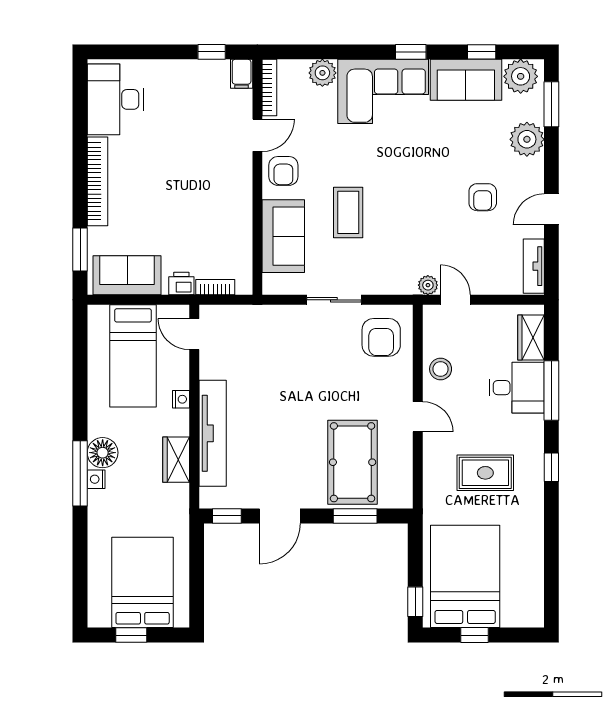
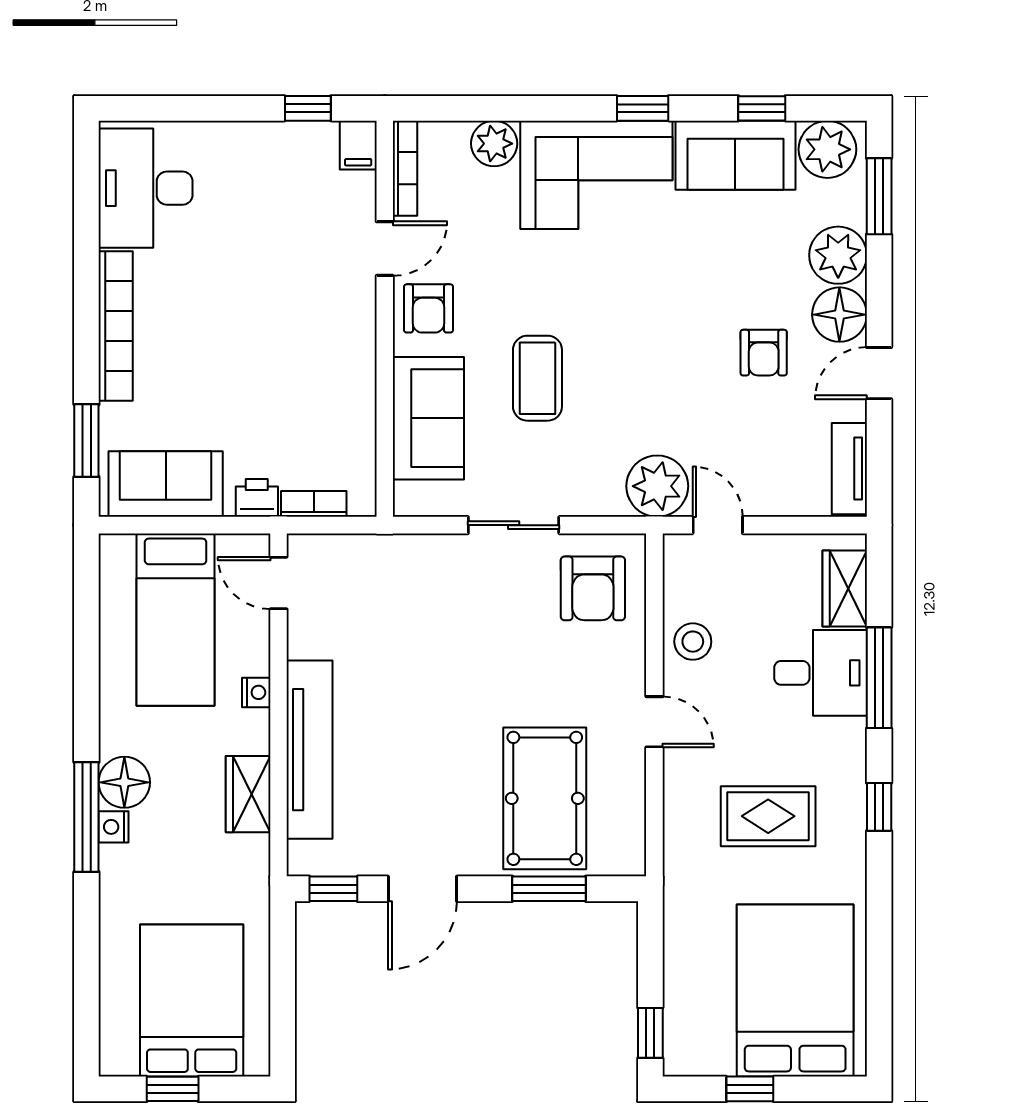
floor lamp: (528, 175) -> (839, 315), added
plant: (428, 285) -> (657, 486), width x1.87, depth x1.87
bed: (465, 576) -> (795, 991), moved

